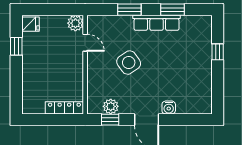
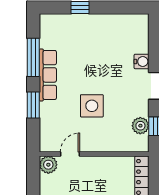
window: (172, 10) -> (33, 57), width x1.44
side table: (129, 63) -> (92, 106), turned 35

